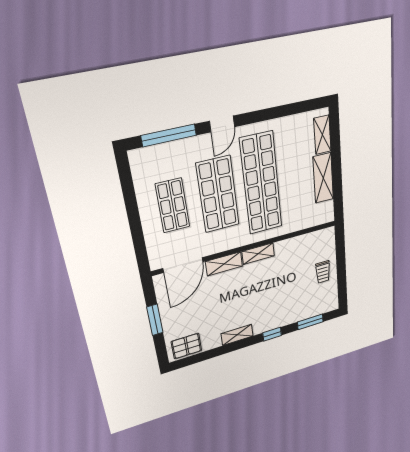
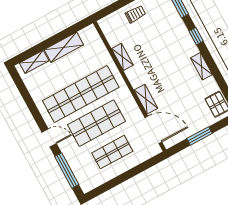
shelving: (258, 254) -> (122, 57), moved

